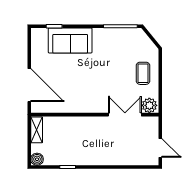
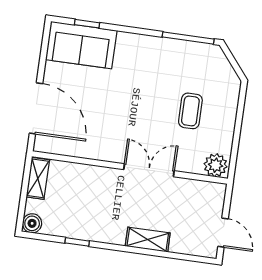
sofa: (70, 40) -> (81, 45), moved
coffee table: (143, 73) -> (190, 111), moved
double door: (125, 115) -> (149, 170), moved
shelving: (113, 159) -> (148, 240), added

